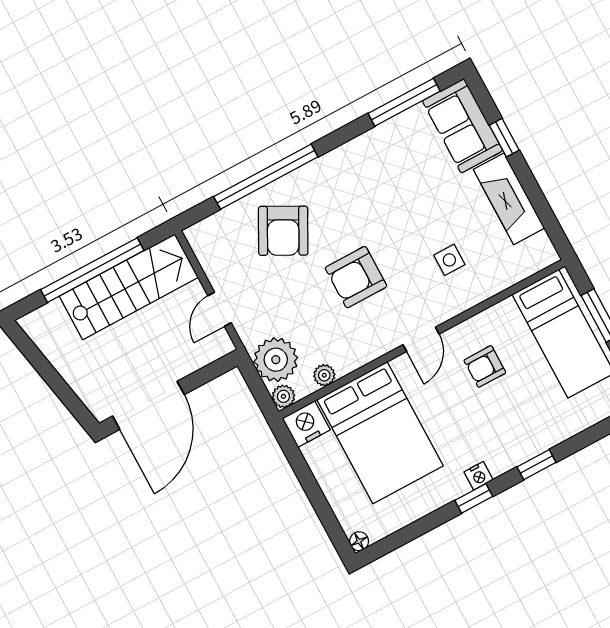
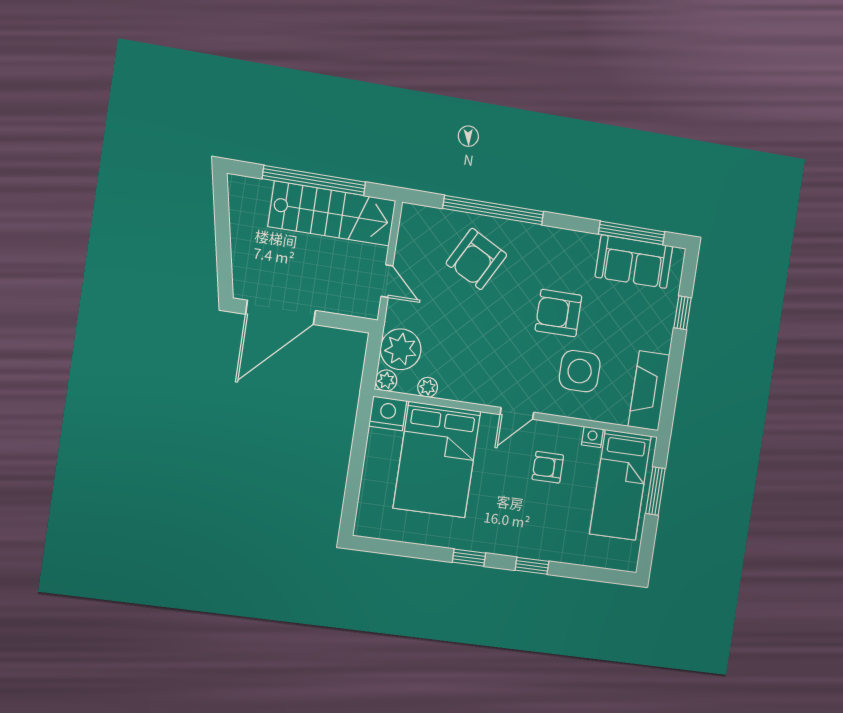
sofa: (463, 126) -> (634, 262), moved, turned -90
fireplace: (509, 199) -> (649, 391), moved
side table: (449, 260) -> (580, 371), width x1.87, depth x1.87
armchair: (356, 277) -> (558, 313), moved
door: (220, 309) -> (387, 281), swing flipped
nightstand: (479, 476) -> (592, 437), moved, turned 180
floor lamp: (359, 541) -> (362, 528), removed

